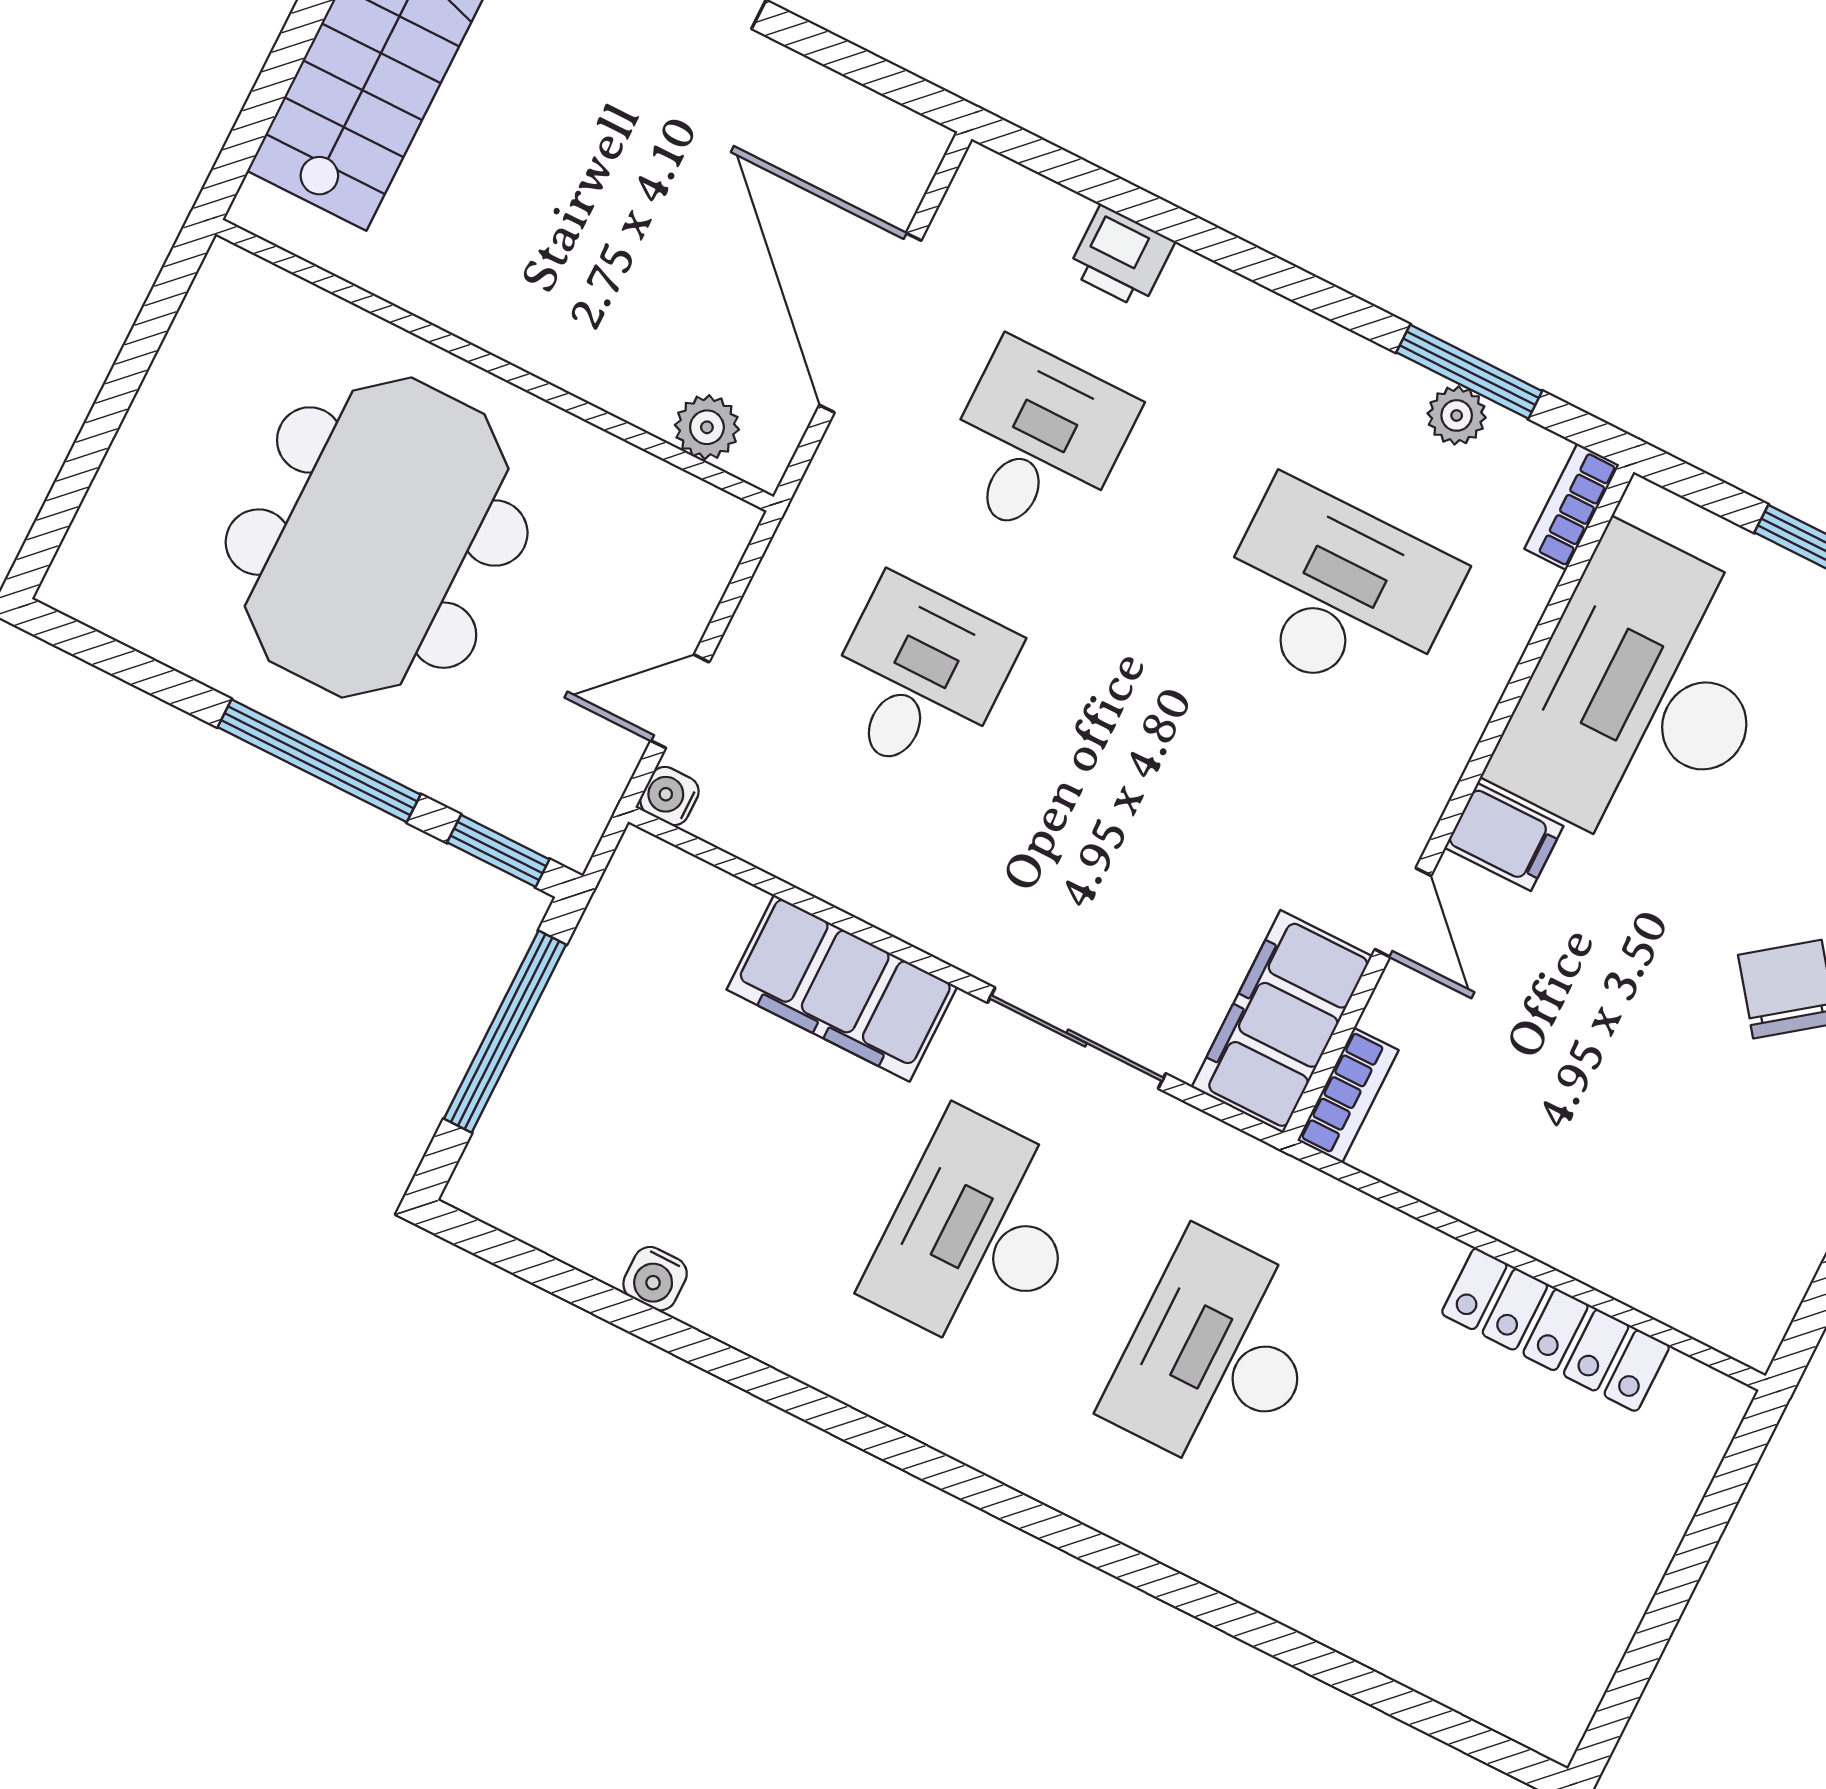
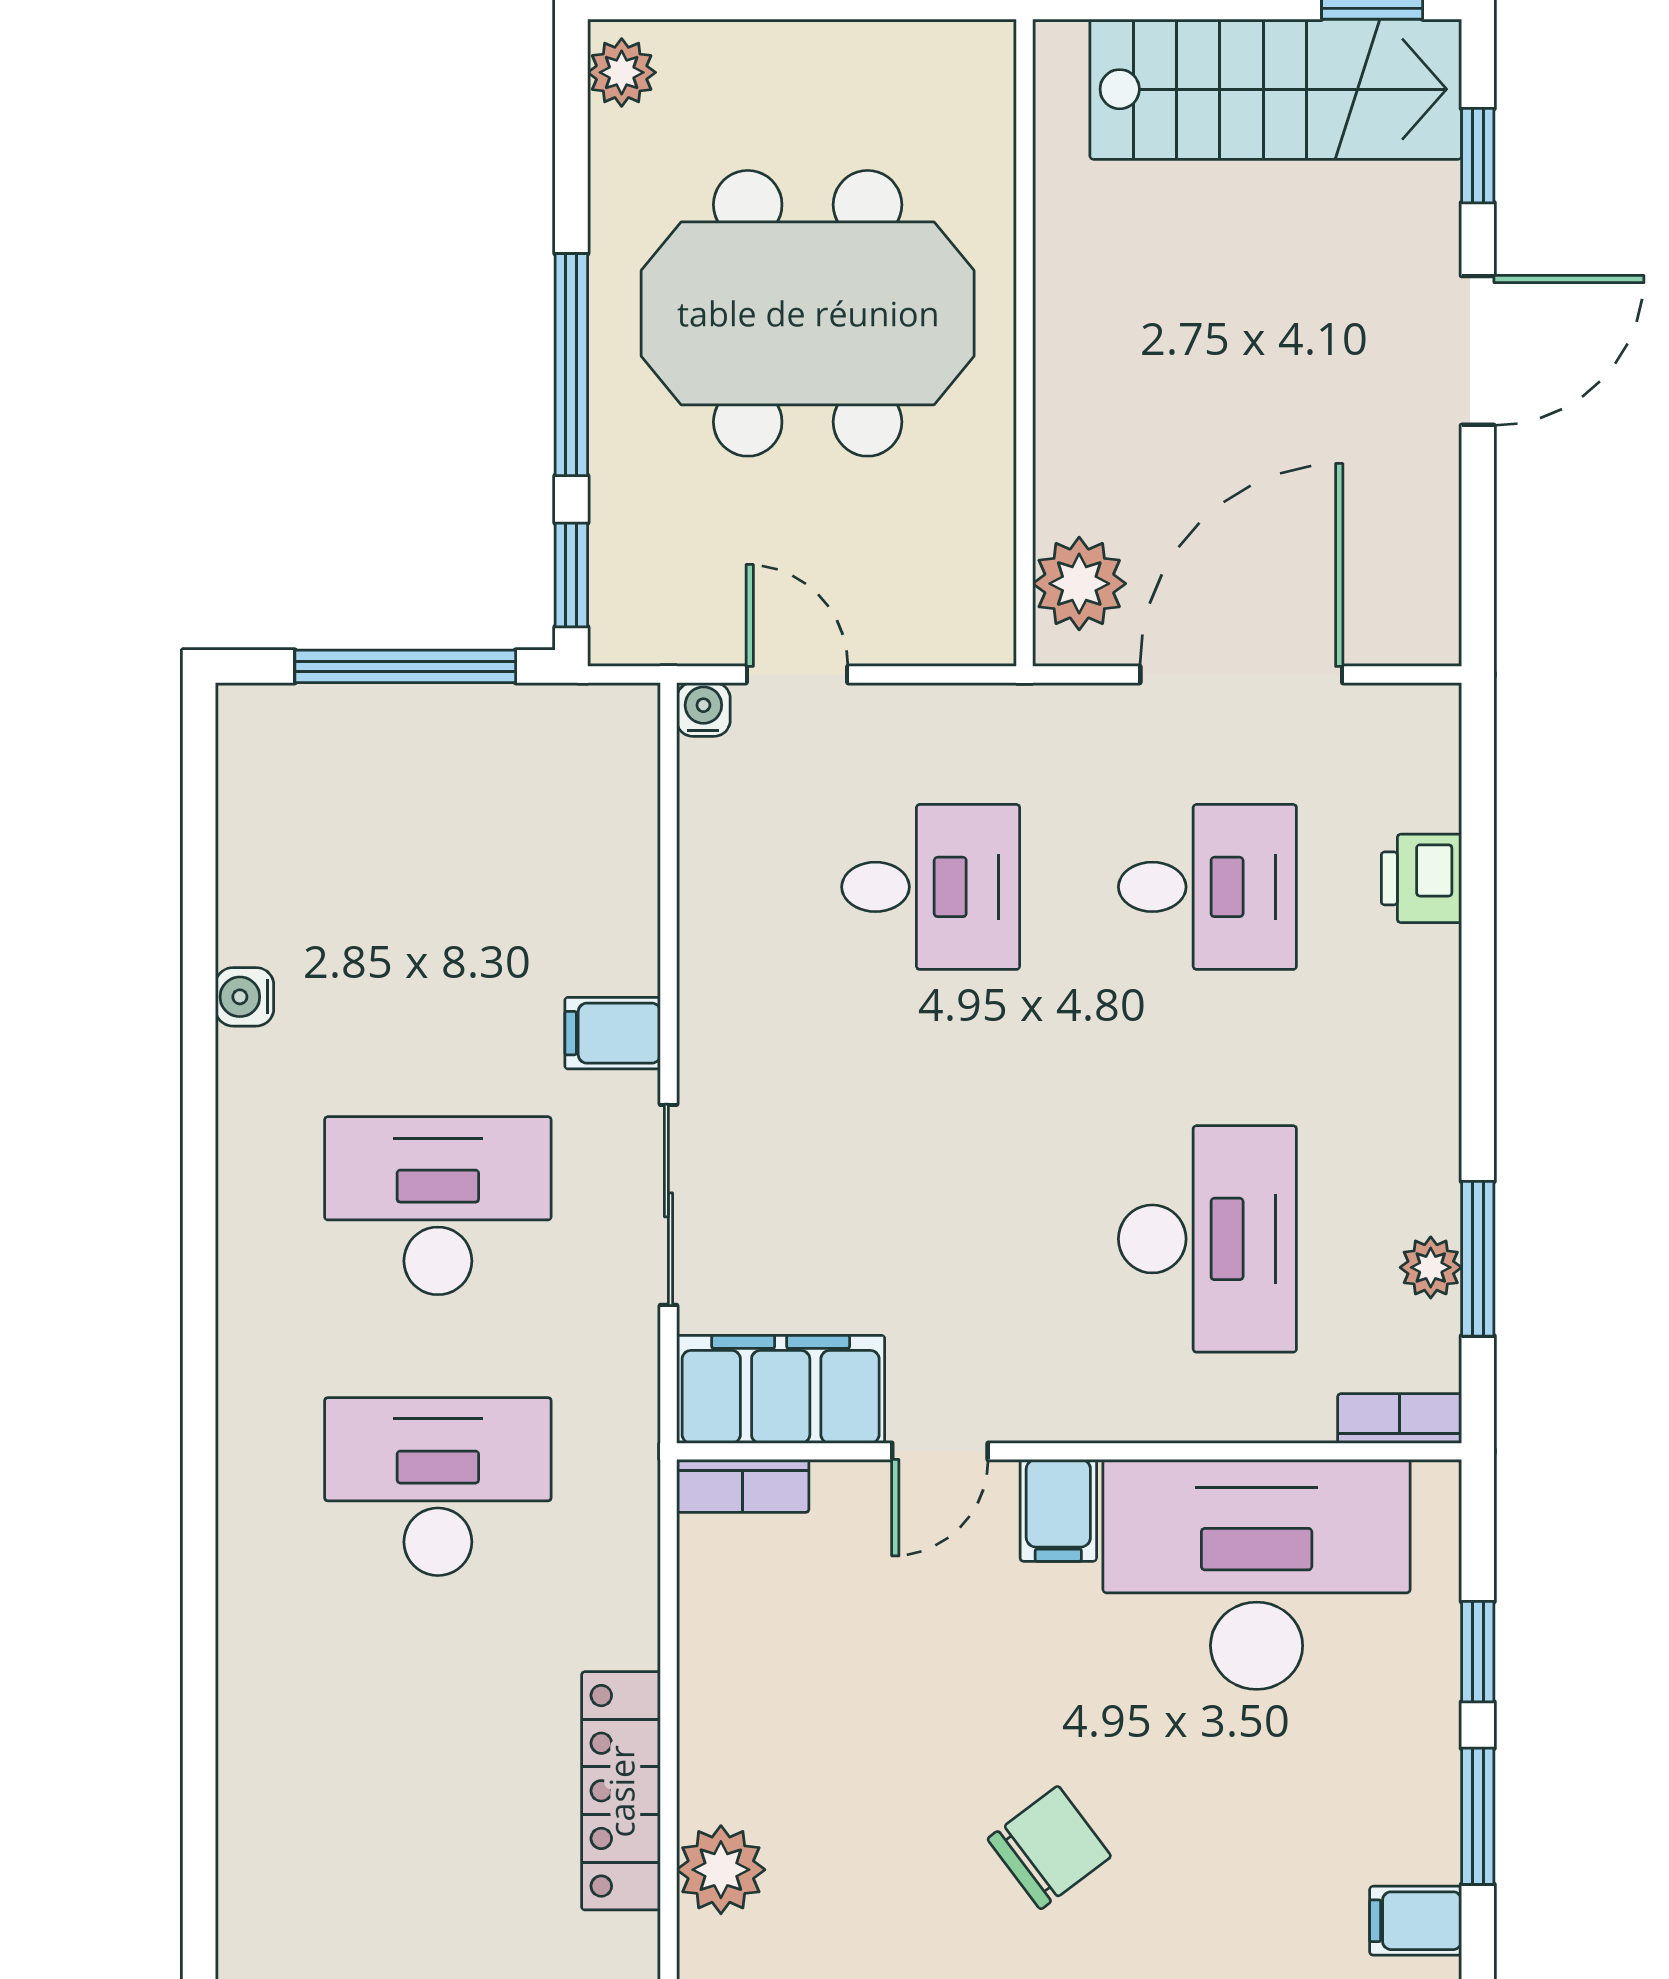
plant: (707, 427) -> (1079, 584), width x1.38, depth x1.38
plant: (92, 593) -> (622, 72), added
filing cabinet: (842, 988) -> (613, 1033), width x0.33, depth x0.86
plant: (1665, 1278) -> (721, 1870), added
water cooler: (655, 1279) -> (245, 997), moved

